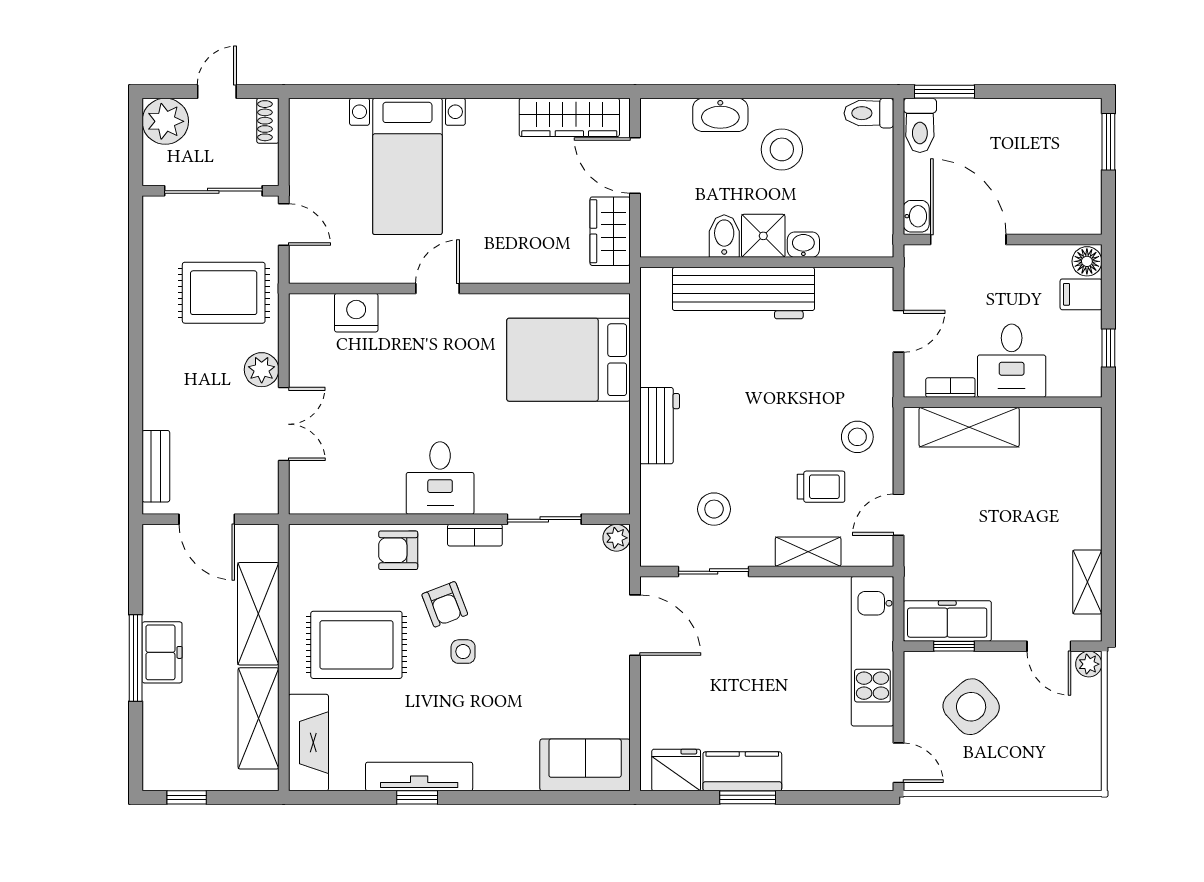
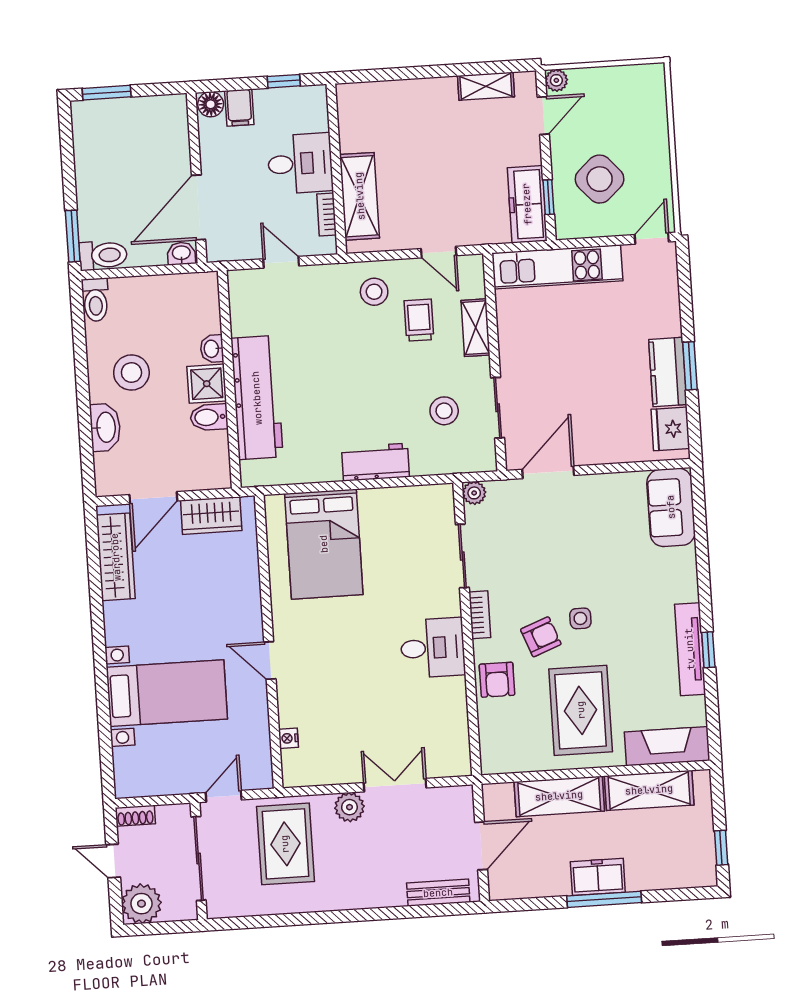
nightstand: (356, 313) -> (288, 738), width x0.53, depth x0.56

